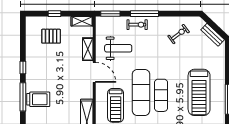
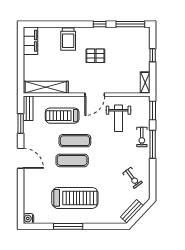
pallet: (51, 36) -> (95, 56), moved, turned 90
shelving: (88, 49) -> (118, 88), removed
exercise mat: (141, 92) -> (75, 141), width x0.73, depth x0.69
treadmill: (199, 92) -> (75, 198), turned 180
window: (23, 97) -> (130, 24), moved

